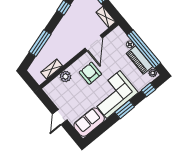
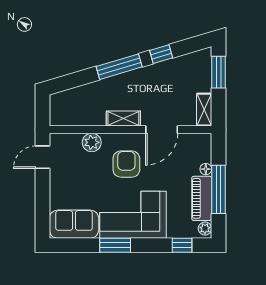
window: (40, 43) -> (119, 67), moved
window: (144, 49) -> (219, 189), width x0.68
shelving: (52, 69) -> (123, 119), moved
window: (125, 110) -> (115, 245), moved
door: (60, 117) -> (42, 157), moved

